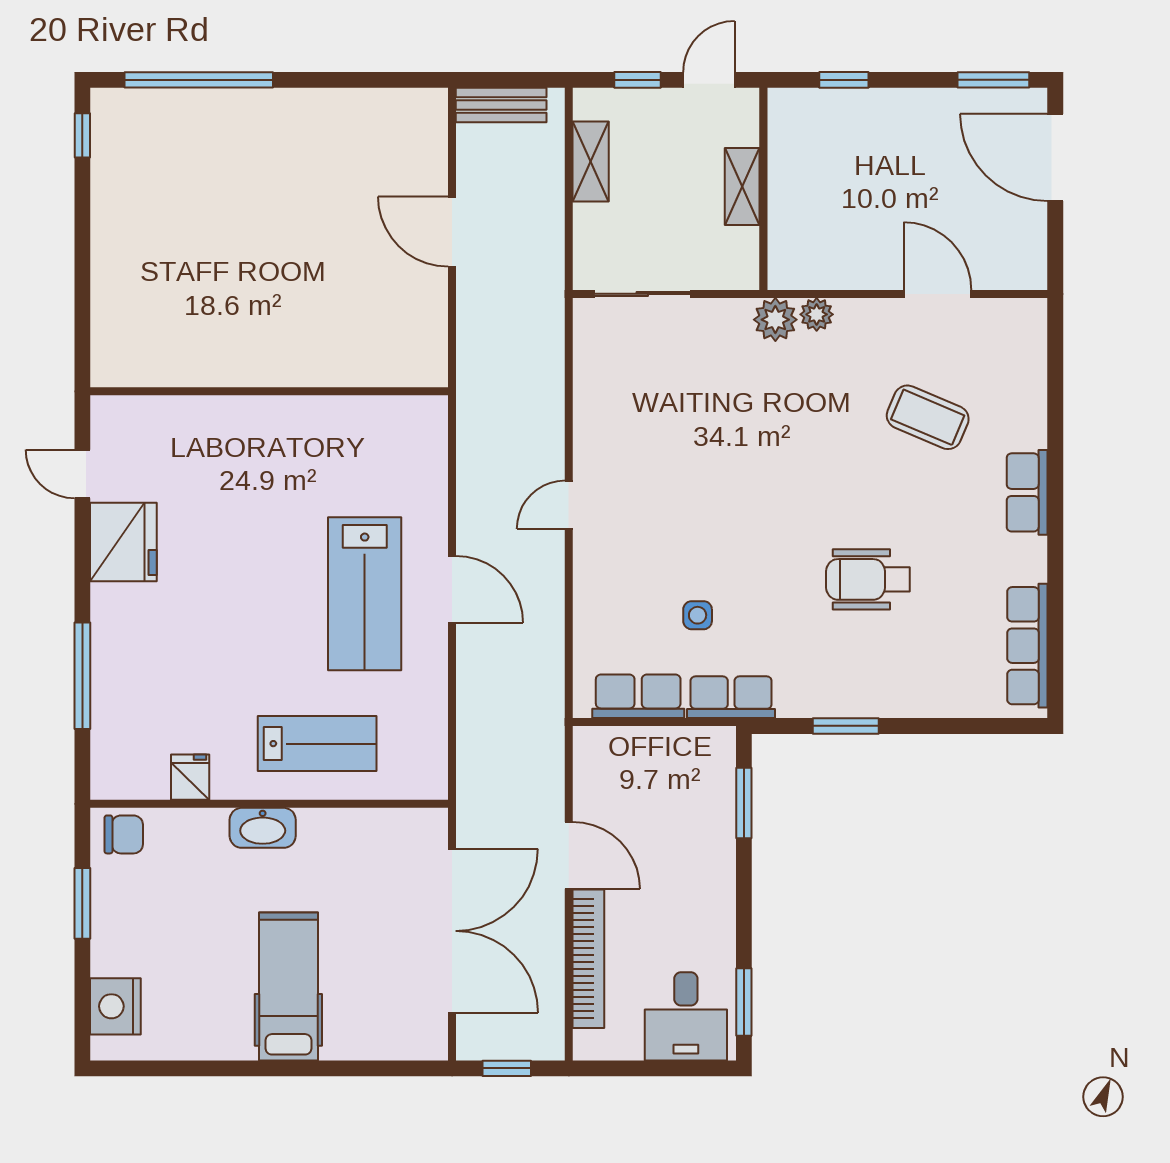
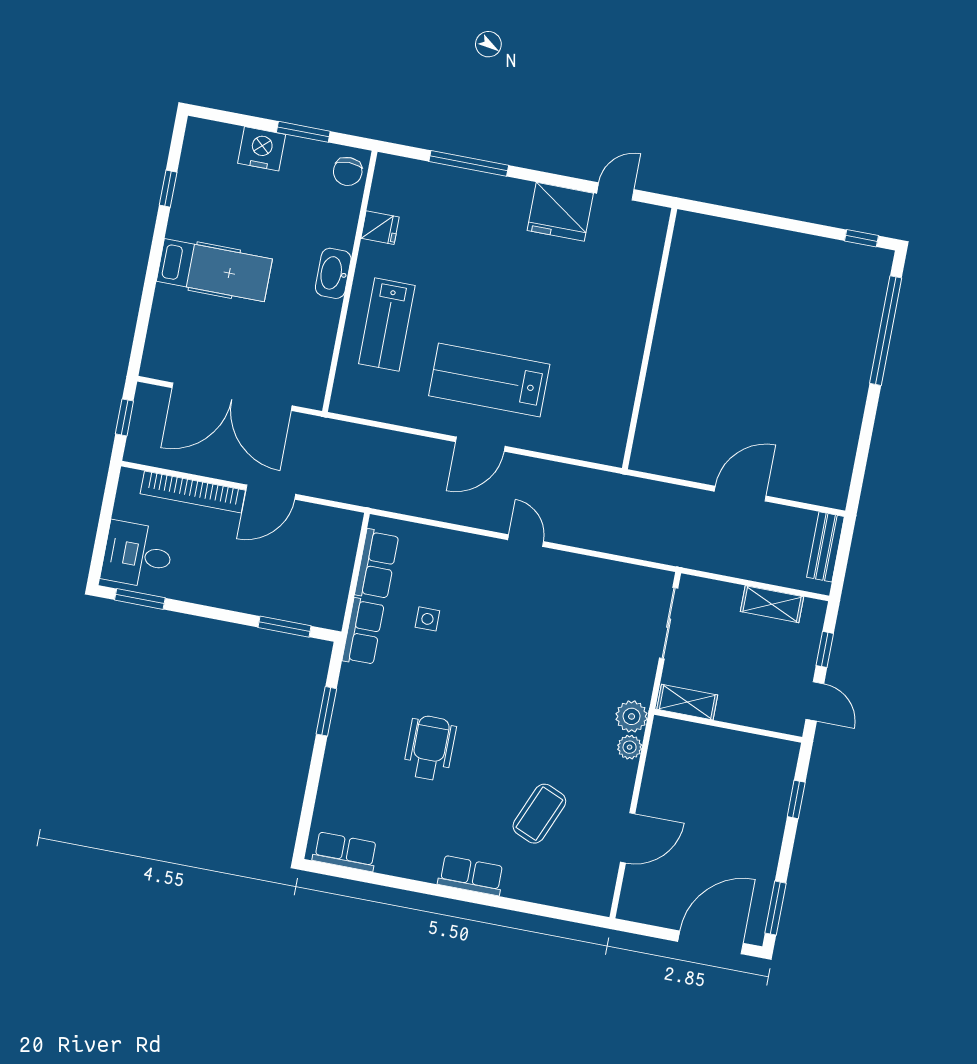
shelving: (742, 187) -> (687, 702), moved
row of seats: (1027, 646) -> (345, 852), width x0.68
nightstand: (115, 1006) -> (262, 149), moved
window: (192, 1068) -> (168, 189), added

